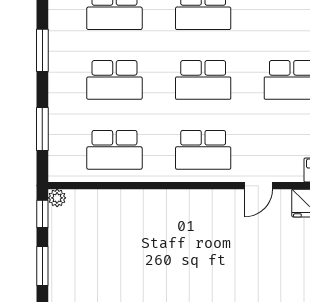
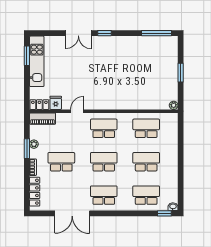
window: (42, 50) -> (181, 176), removed
window: (42, 129) -> (181, 138), removed
window: (42, 214) -> (181, 98), removed

